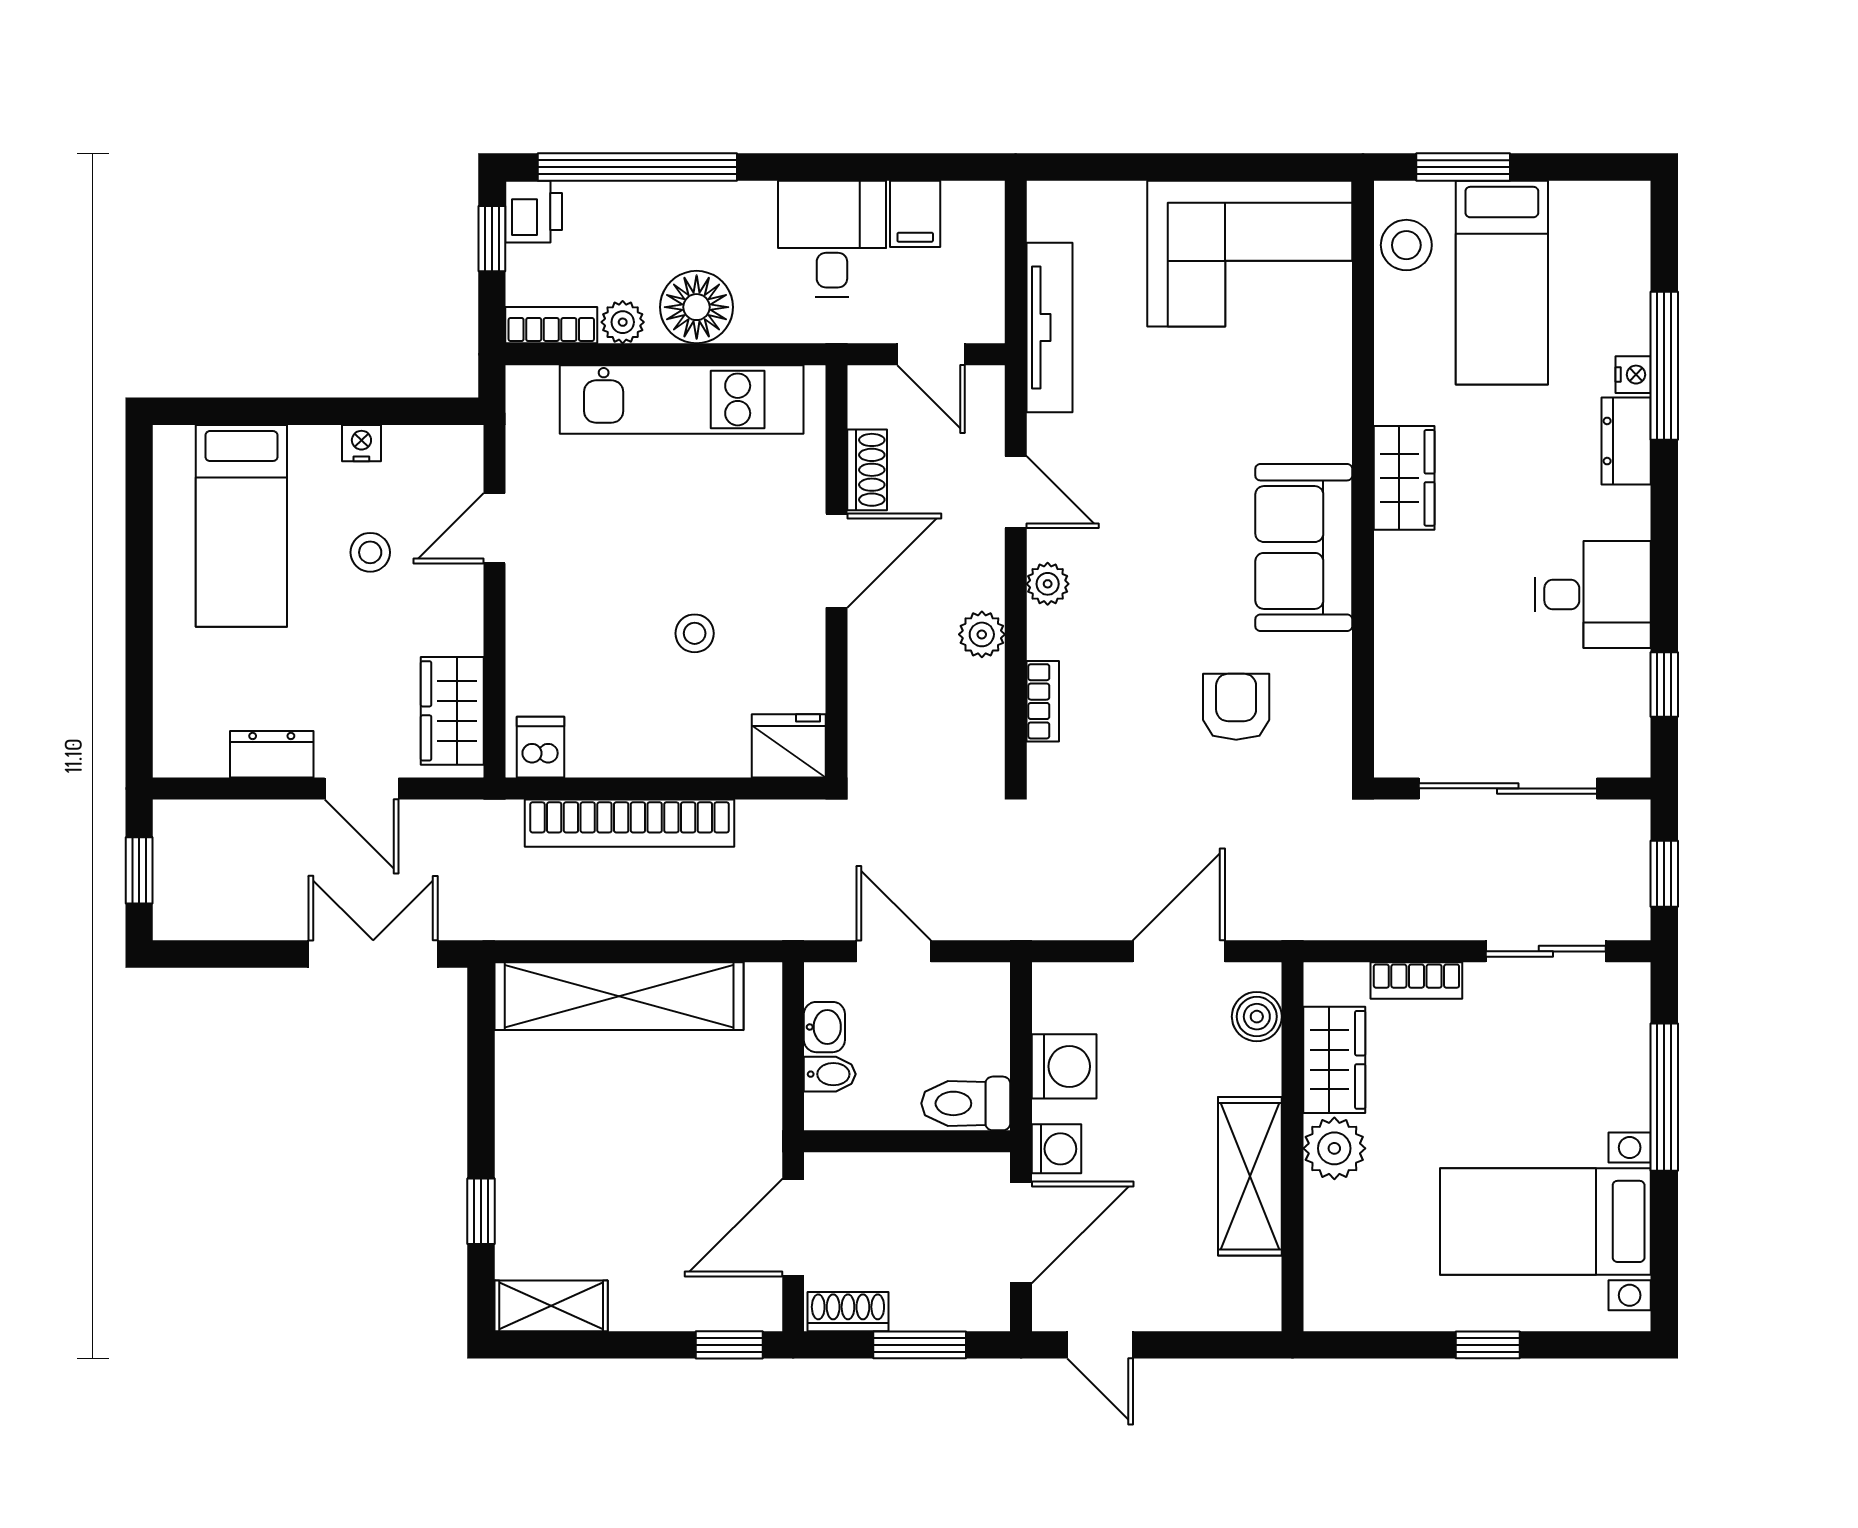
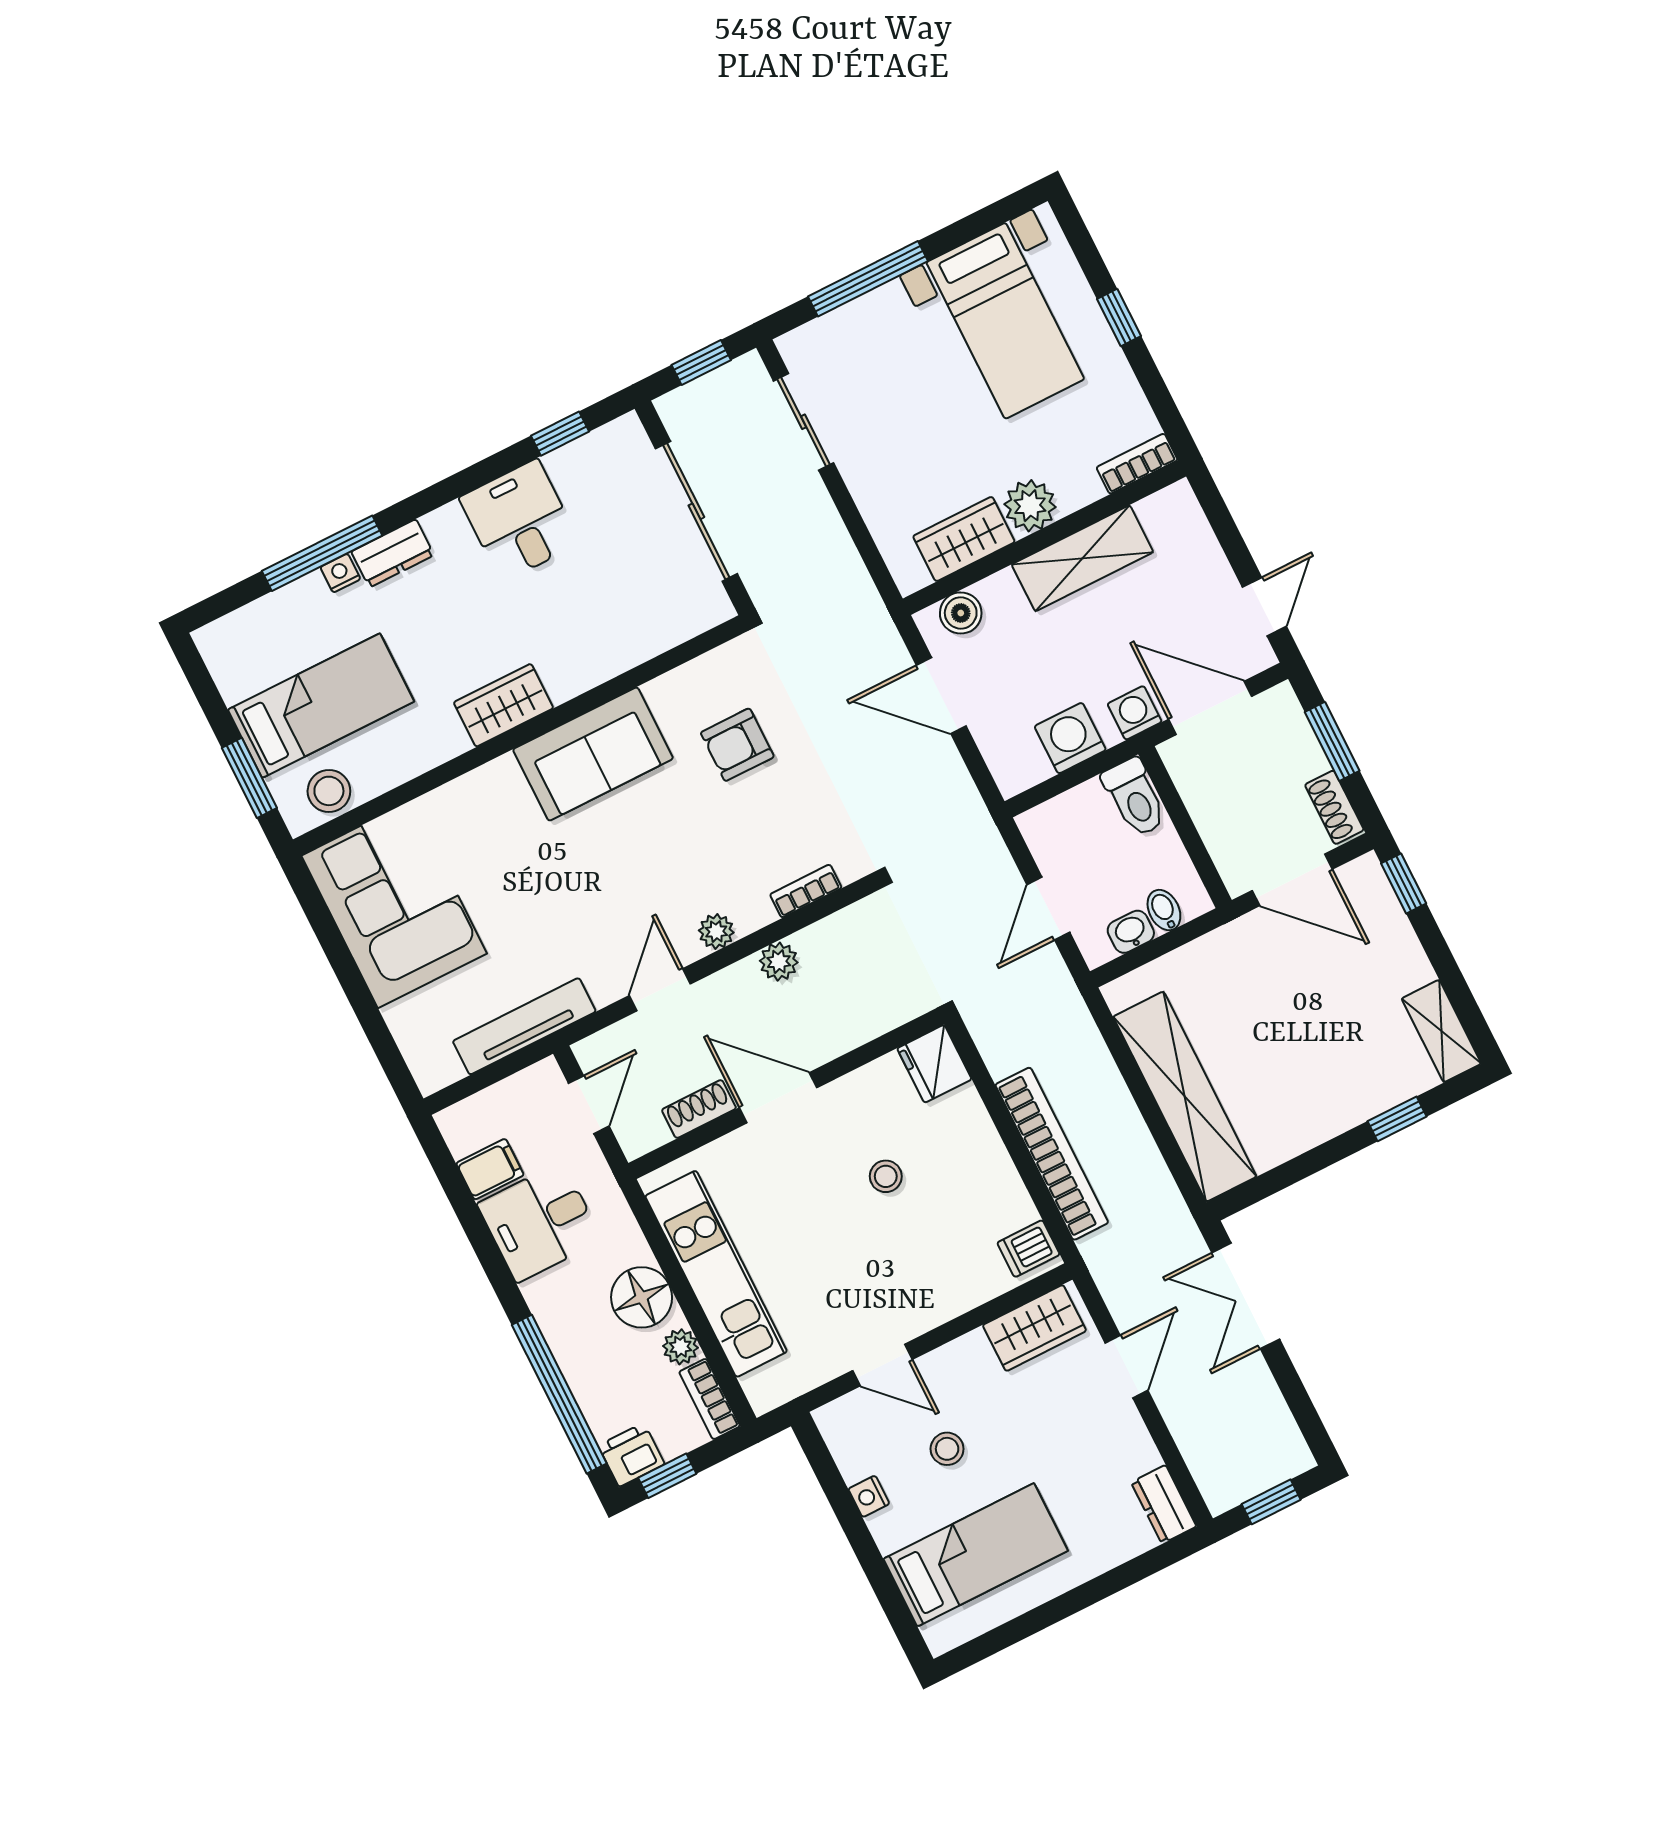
dresser: (272, 754) -> (1164, 1504), moved
bookcase: (1416, 980) -> (1137, 464), moved, turned -90

